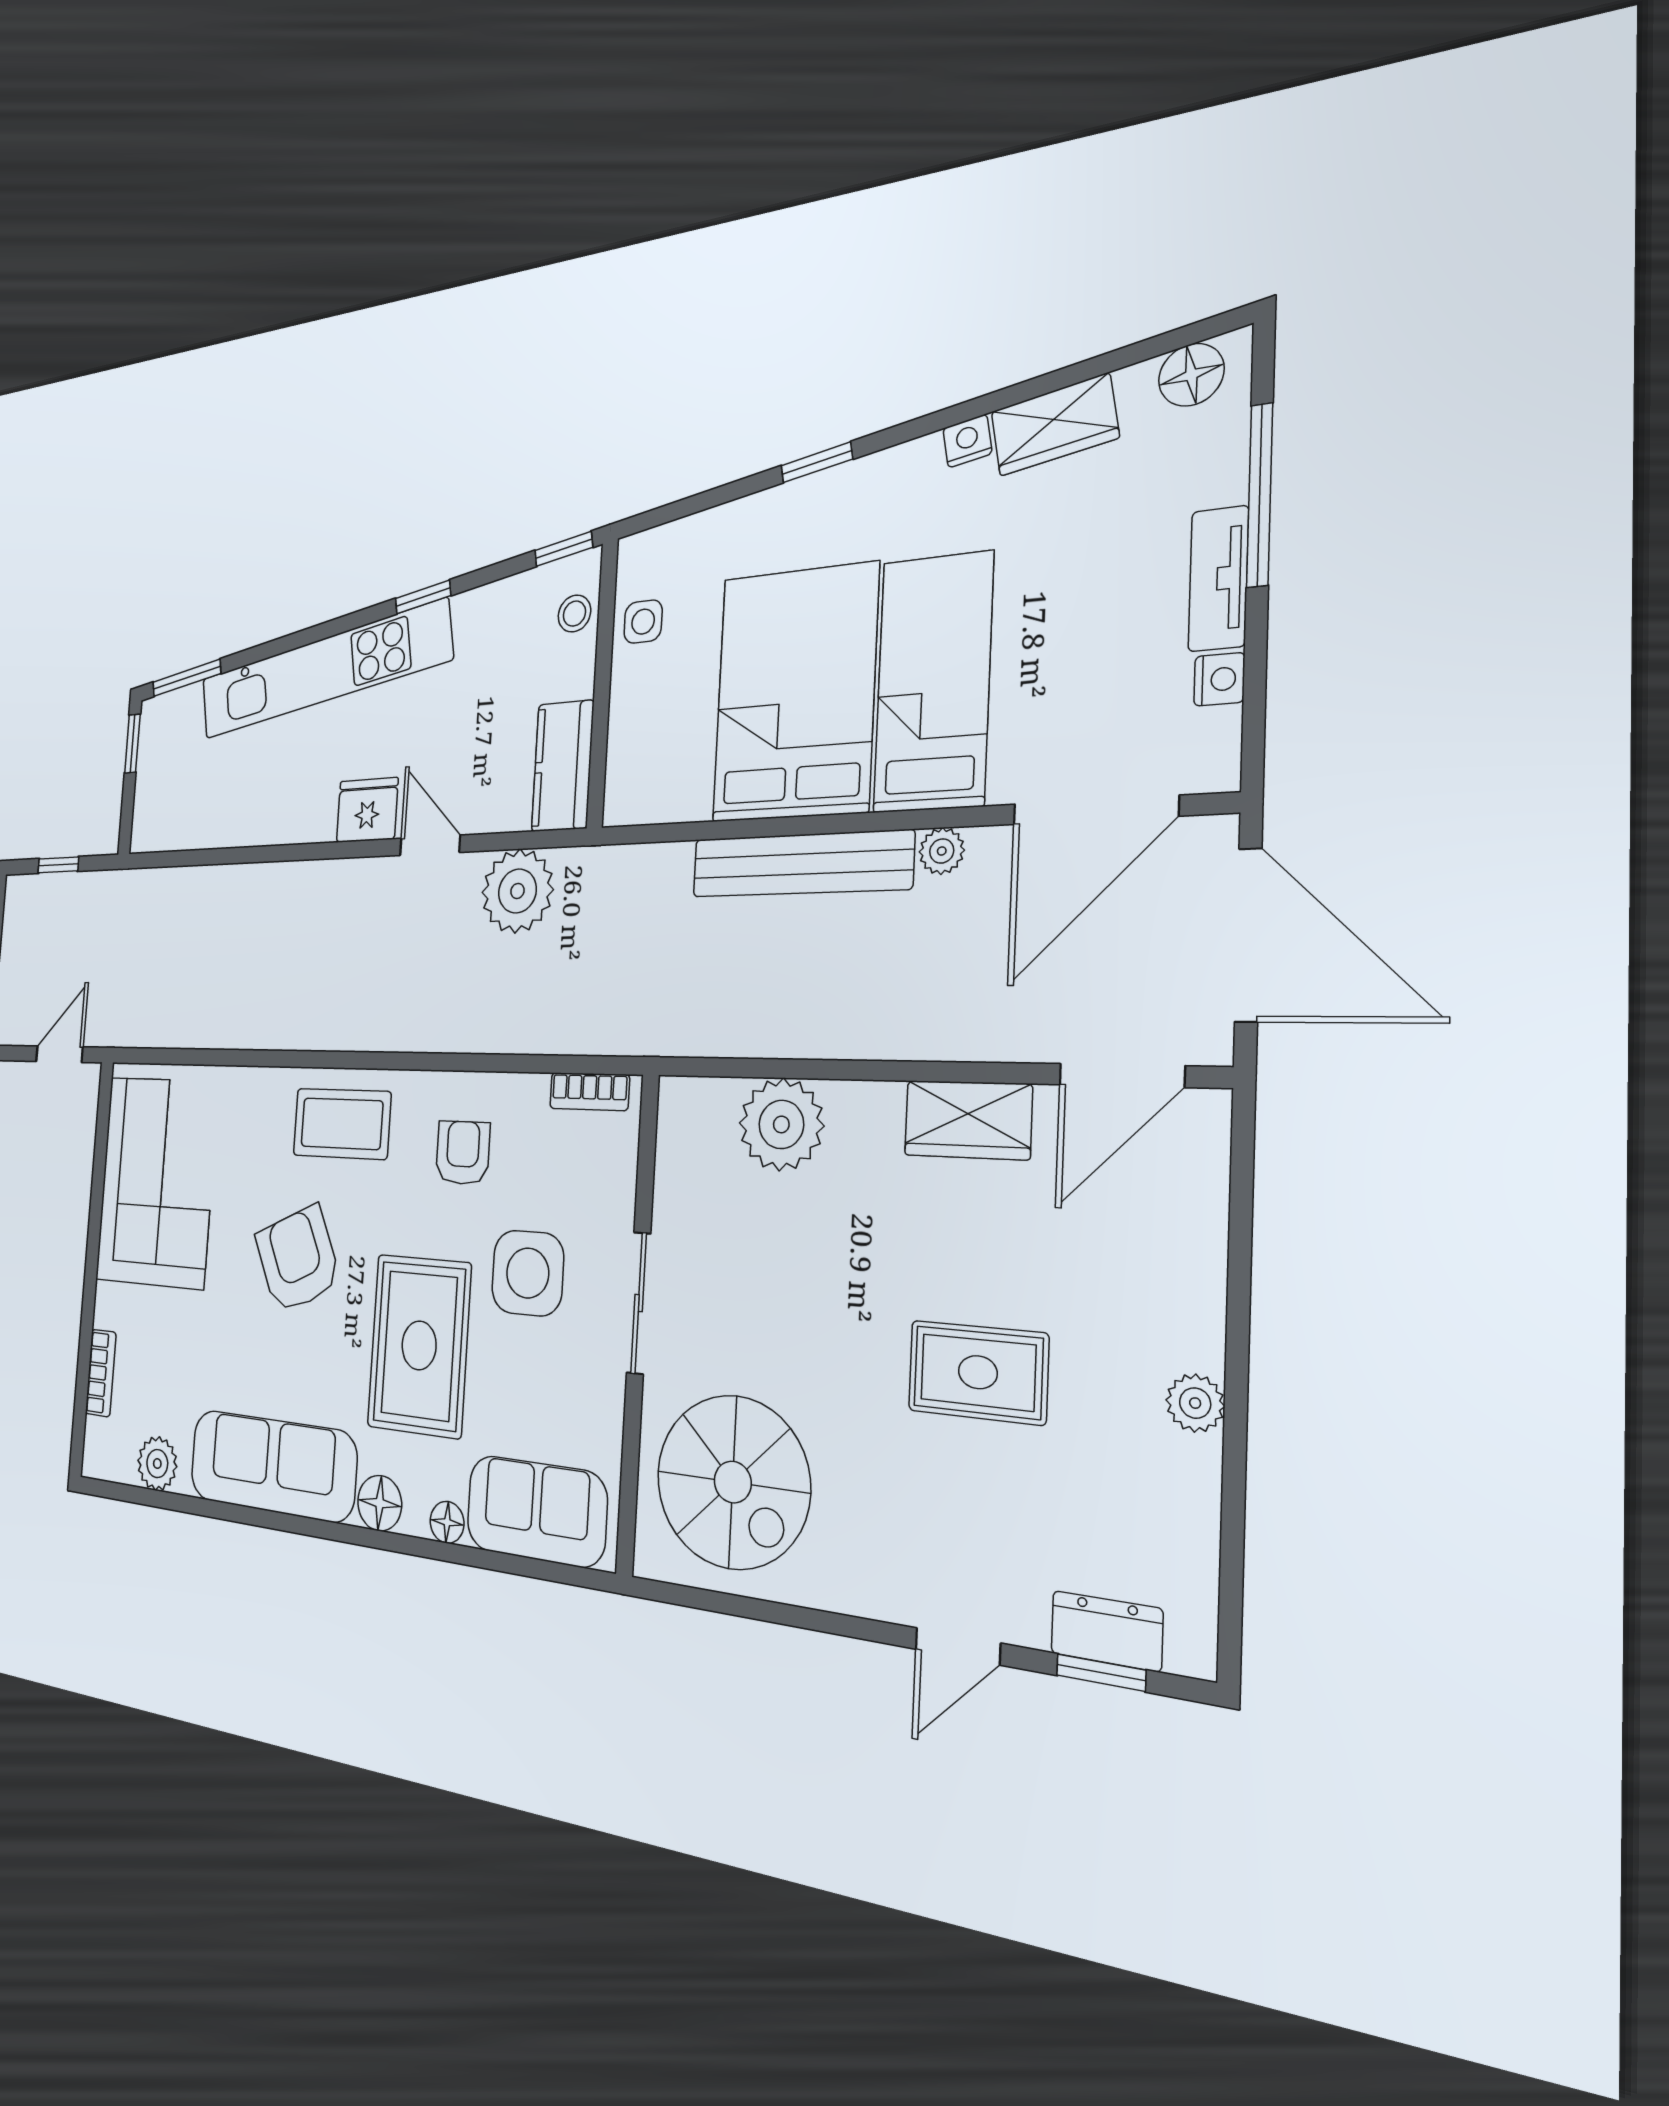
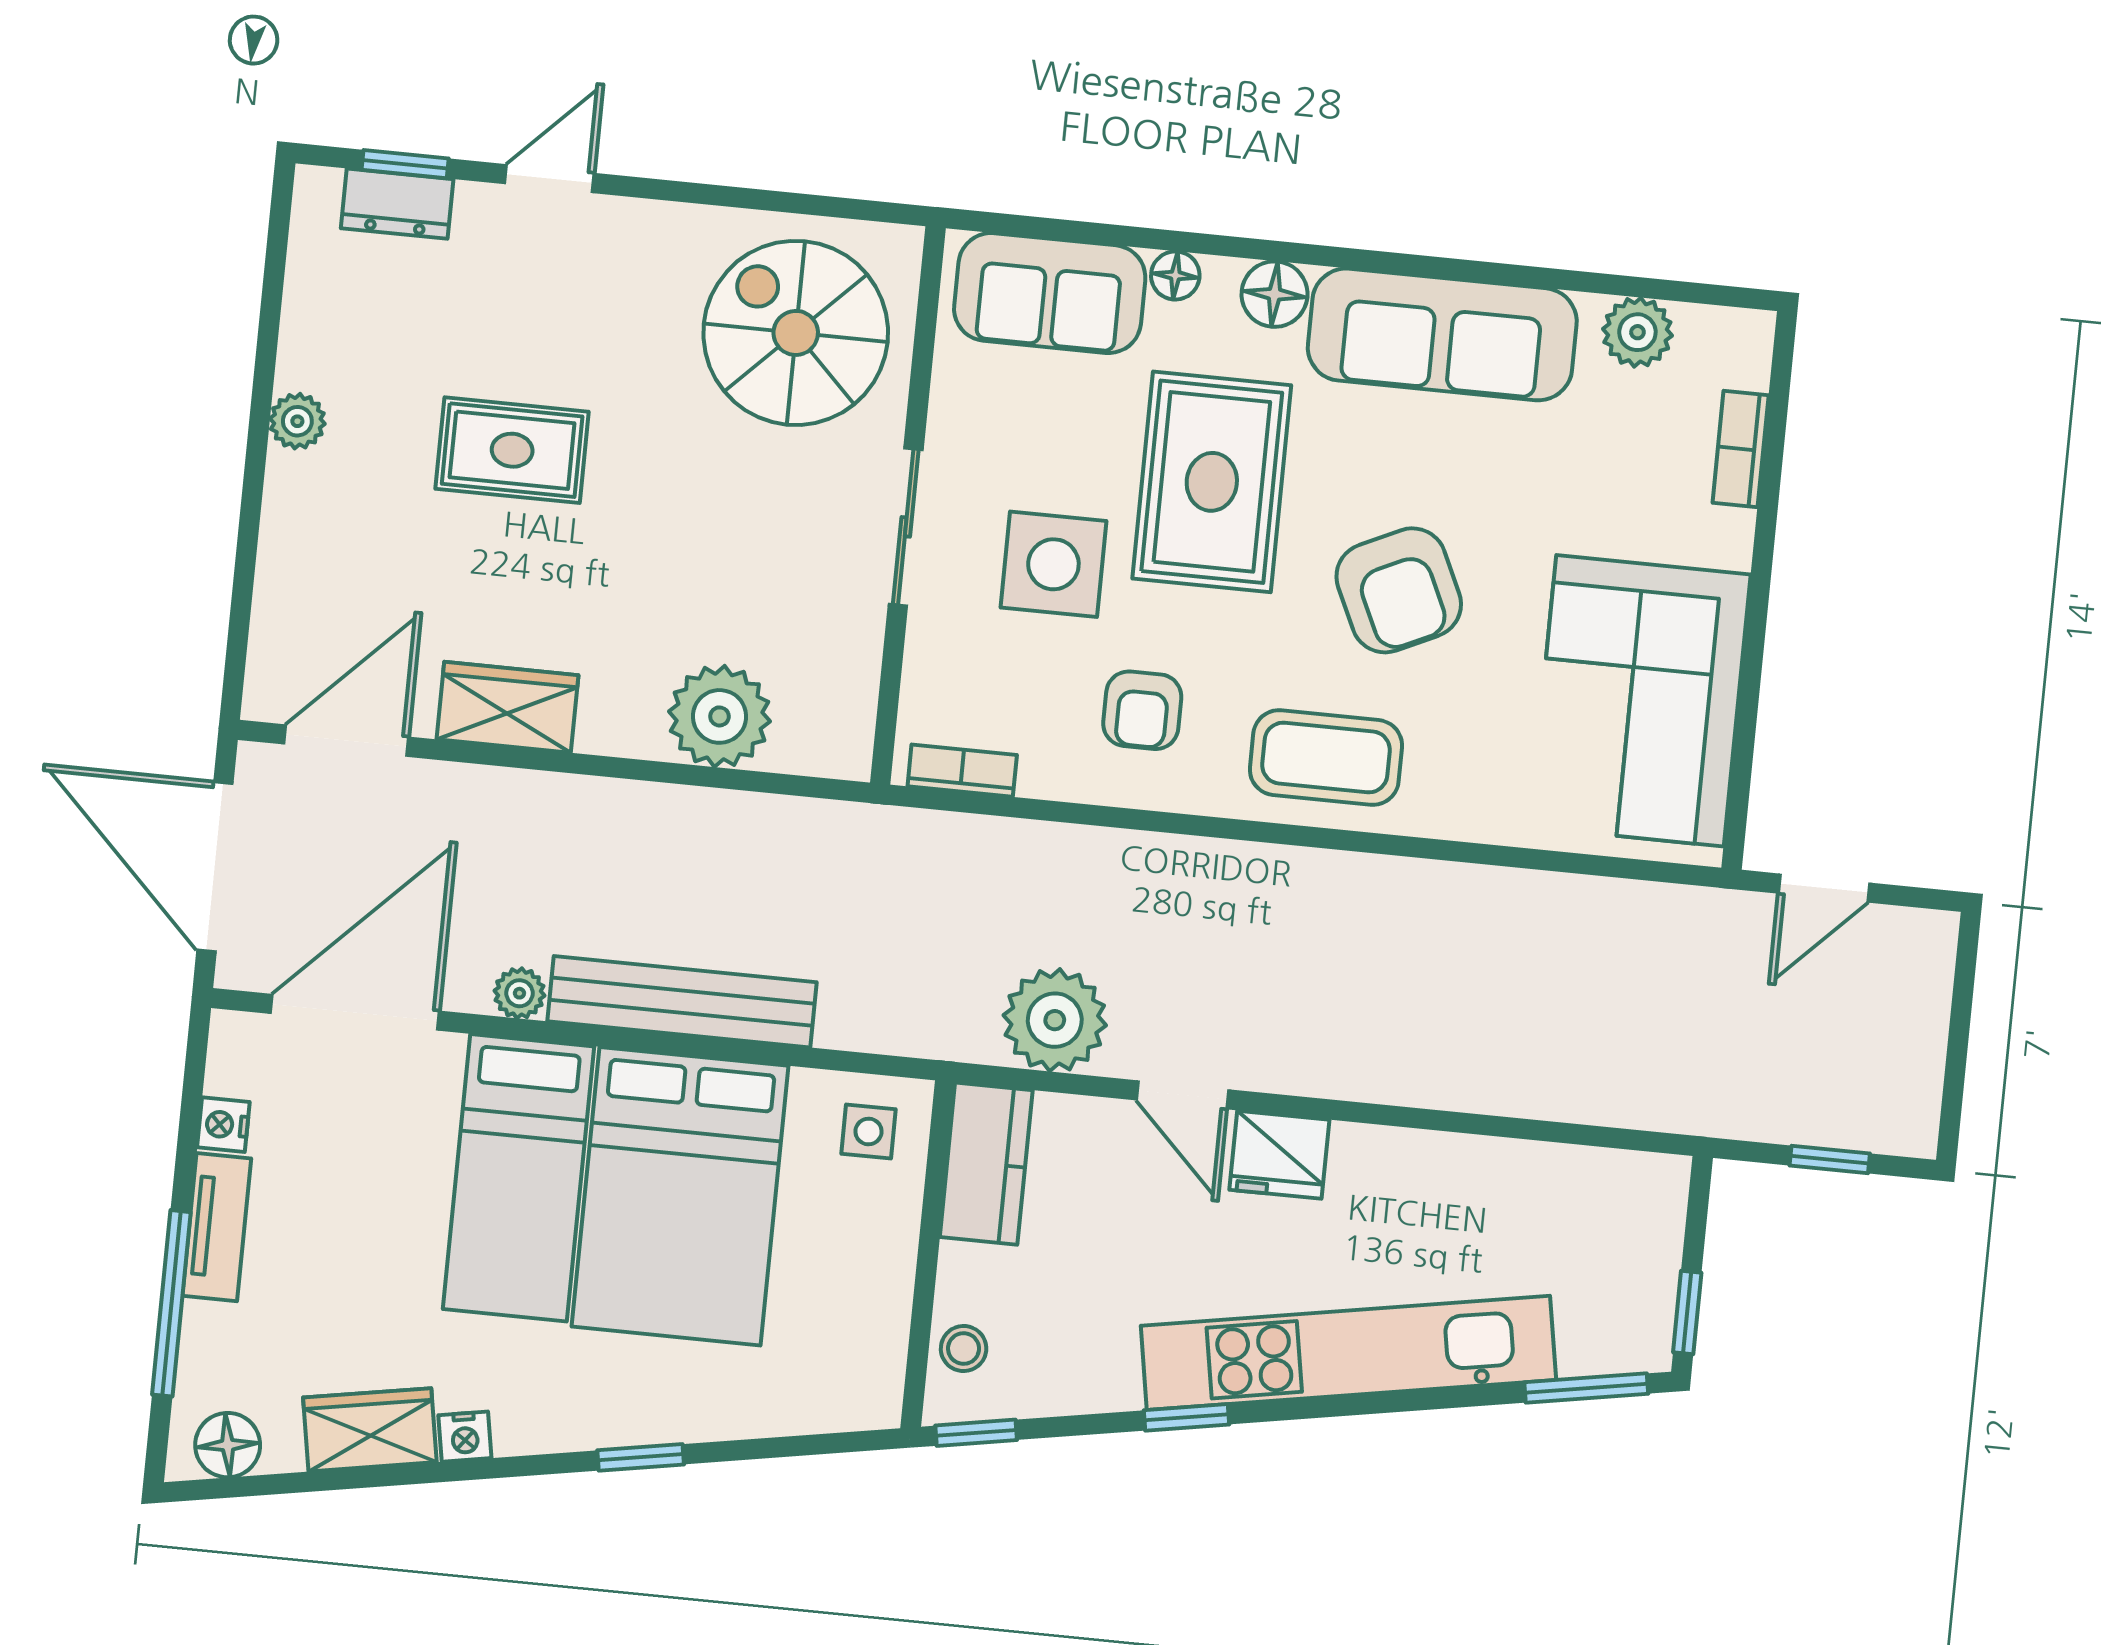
side table: (643, 622) -> (868, 1131), moved

